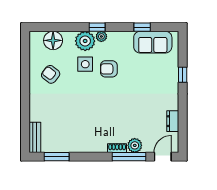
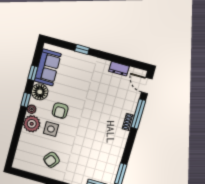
window: (97, 27) -> (26, 100), moved
floor lamp: (53, 40) -> (40, 92), moved
plant: (135, 145) -> (130, 107), removed

